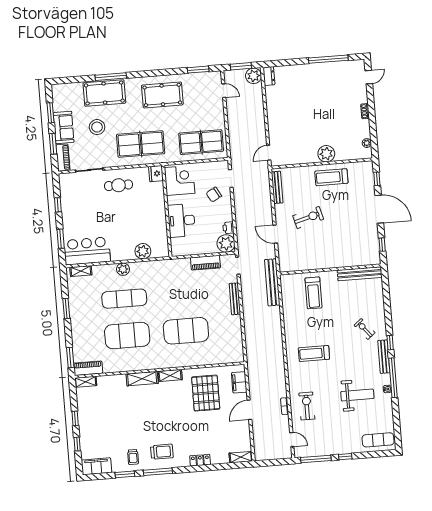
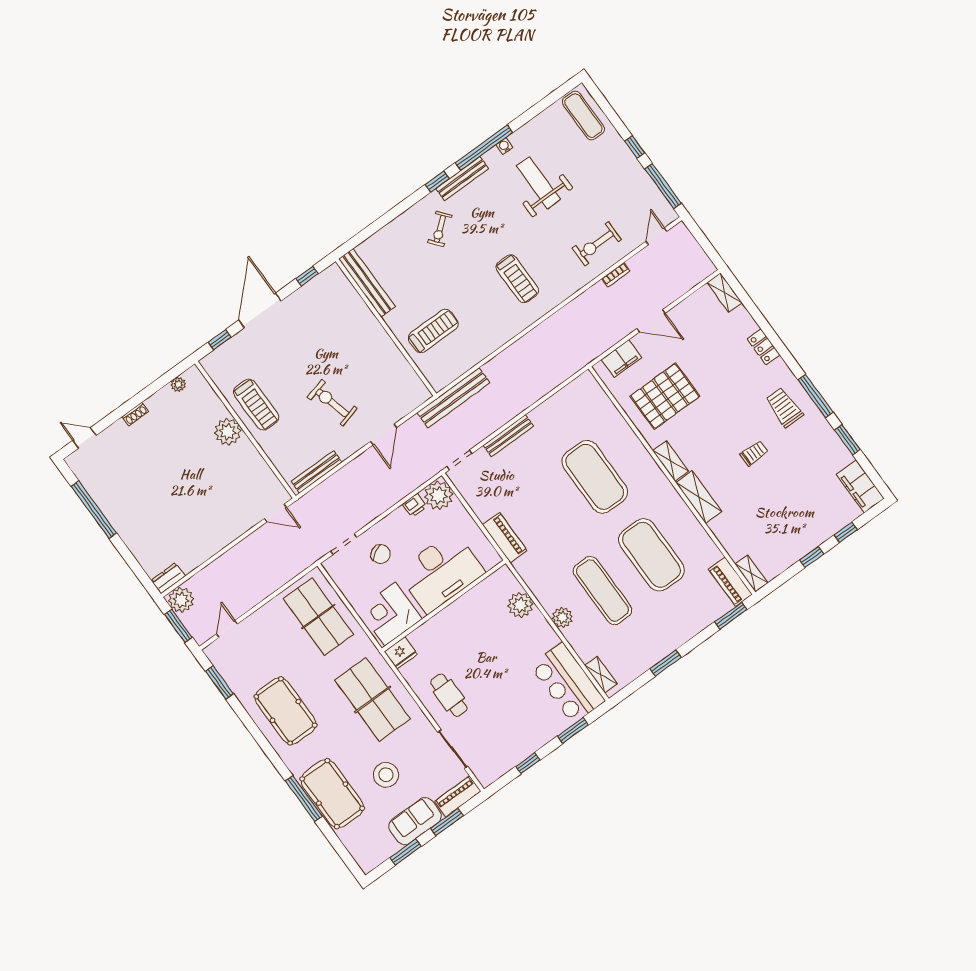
desk: (181, 220) -> (441, 572), width x1.36, depth x1.30
piano: (205, 263) -> (505, 538), moved
trolley: (133, 457) -> (754, 453), moved

